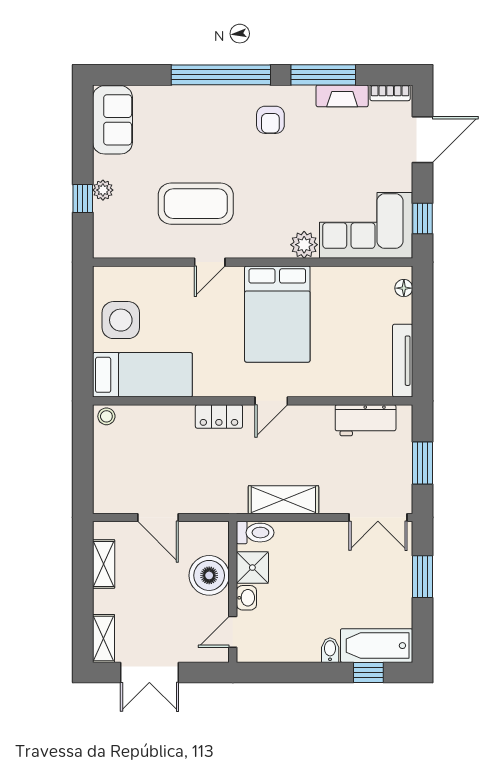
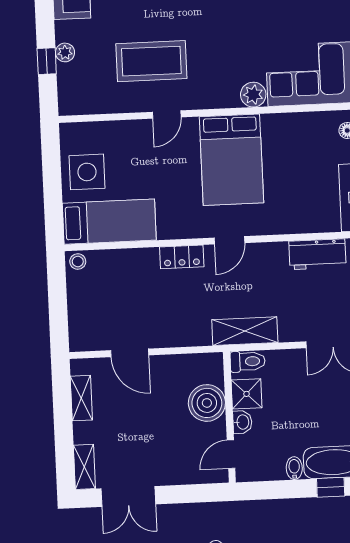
toilet: (255, 533) -> (248, 361), moved
shower: (252, 568) -> (247, 394), moved
boiler: (209, 575) -> (207, 403), moved
wall: (233, 592) -> (229, 417), moved
washbasin: (246, 598) -> (242, 422), moved
door: (233, 632) -> (231, 454), moved

